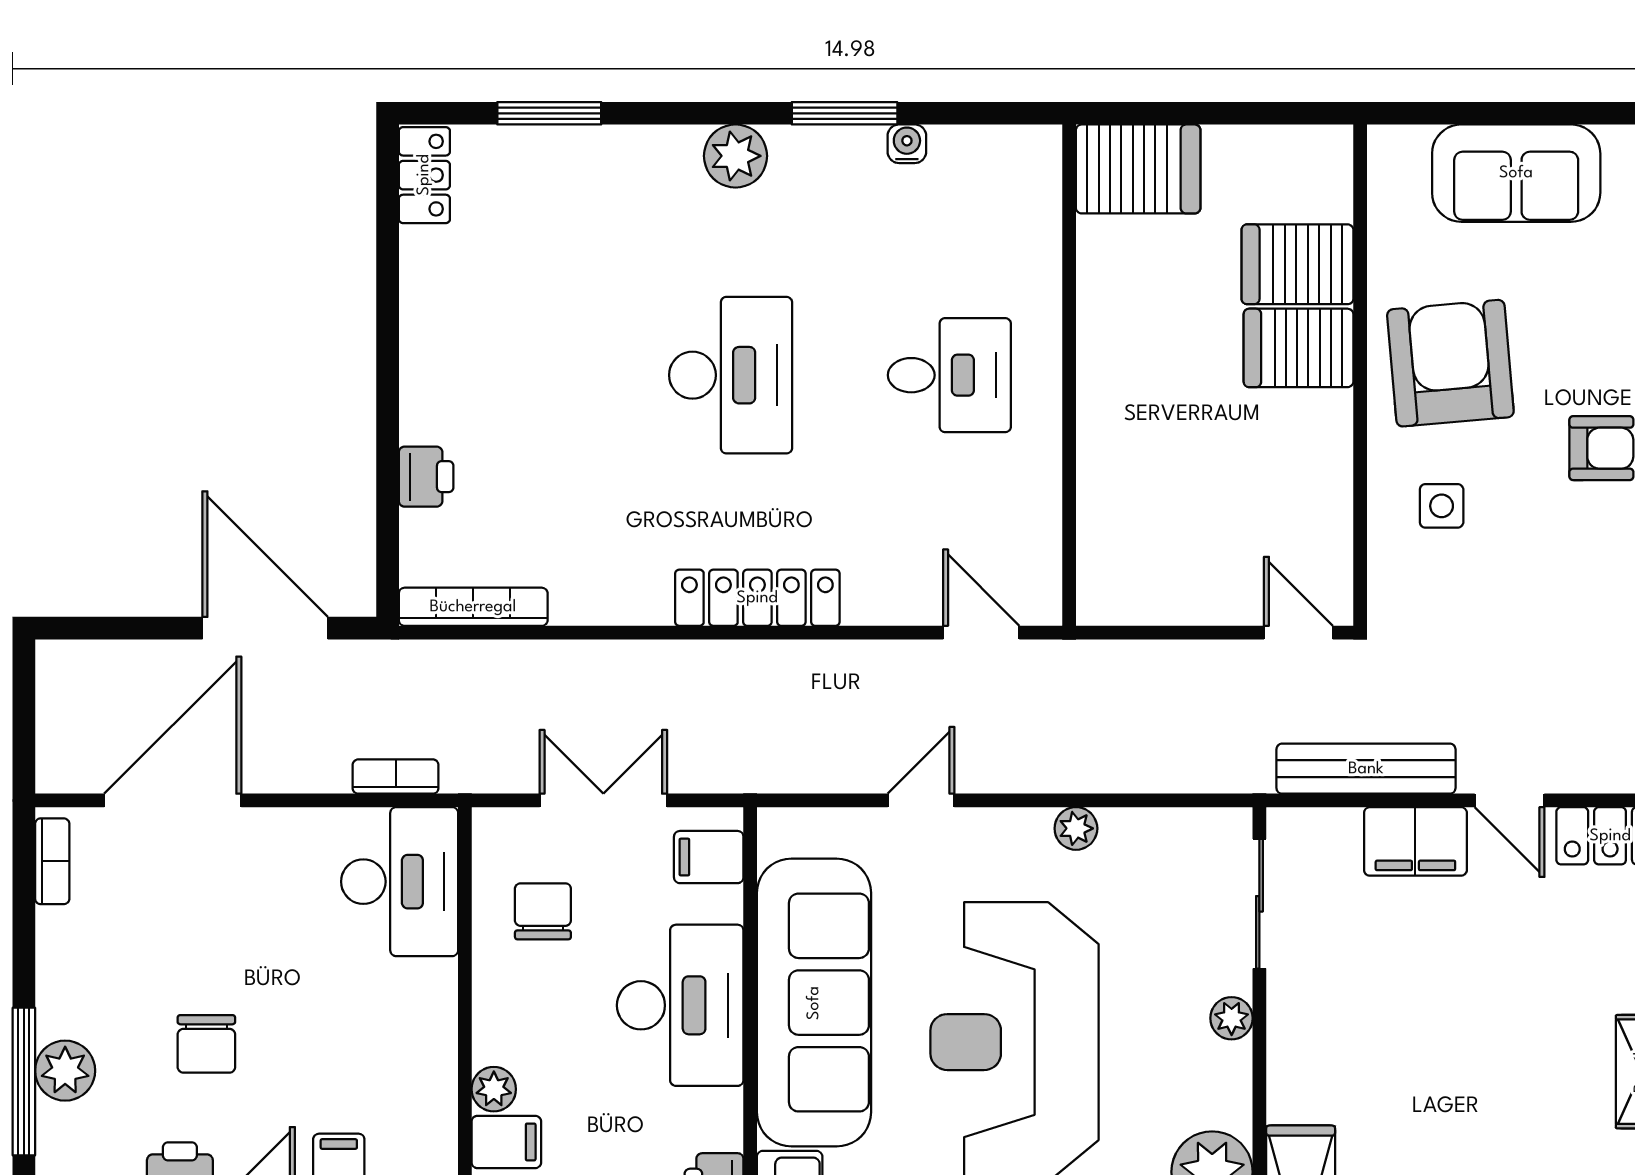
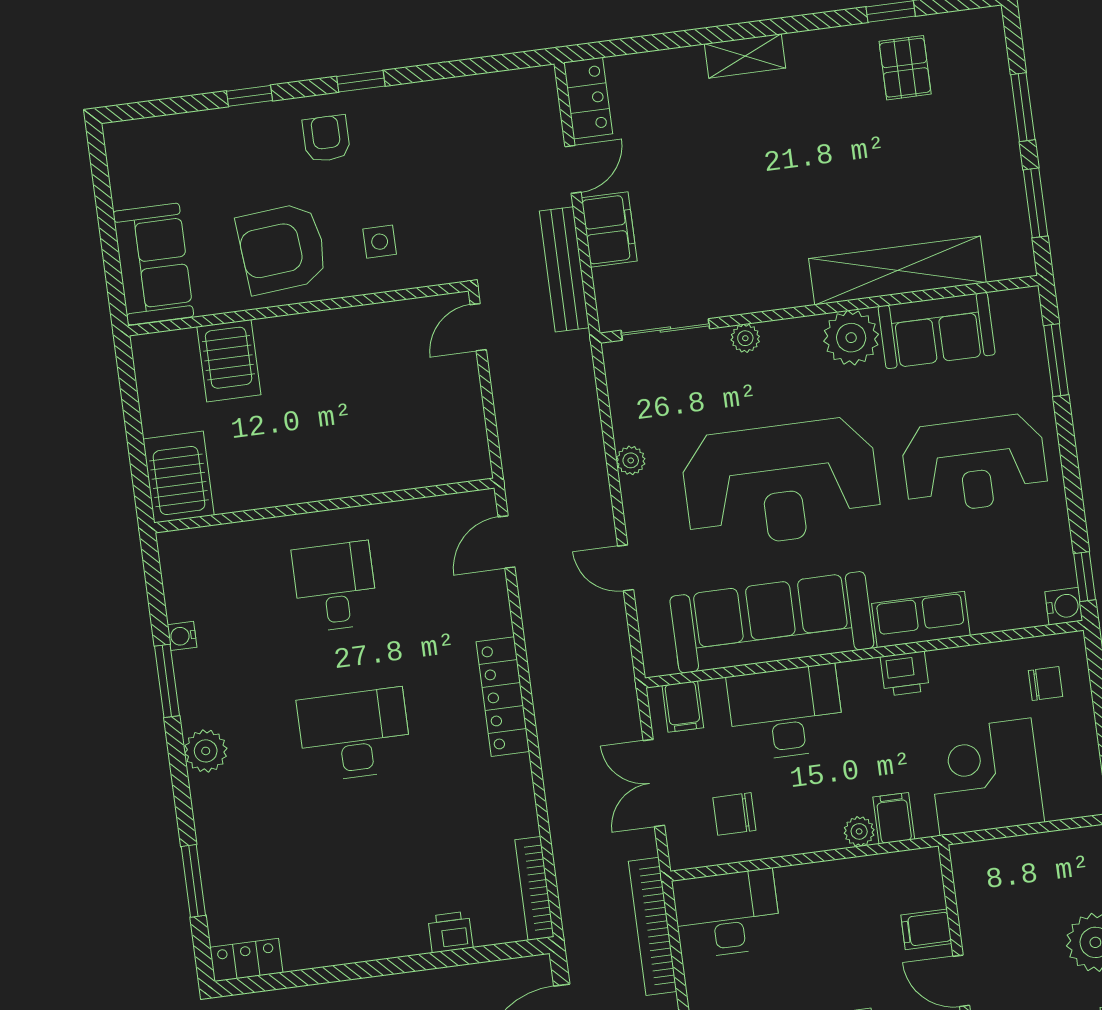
sofa: (1516, 173) -> (153, 264), moved
server rack: (1299, 348) -> (285, 353), removed
bookcase: (396, 777) -> (653, 926), width x2.31, depth x1.31

